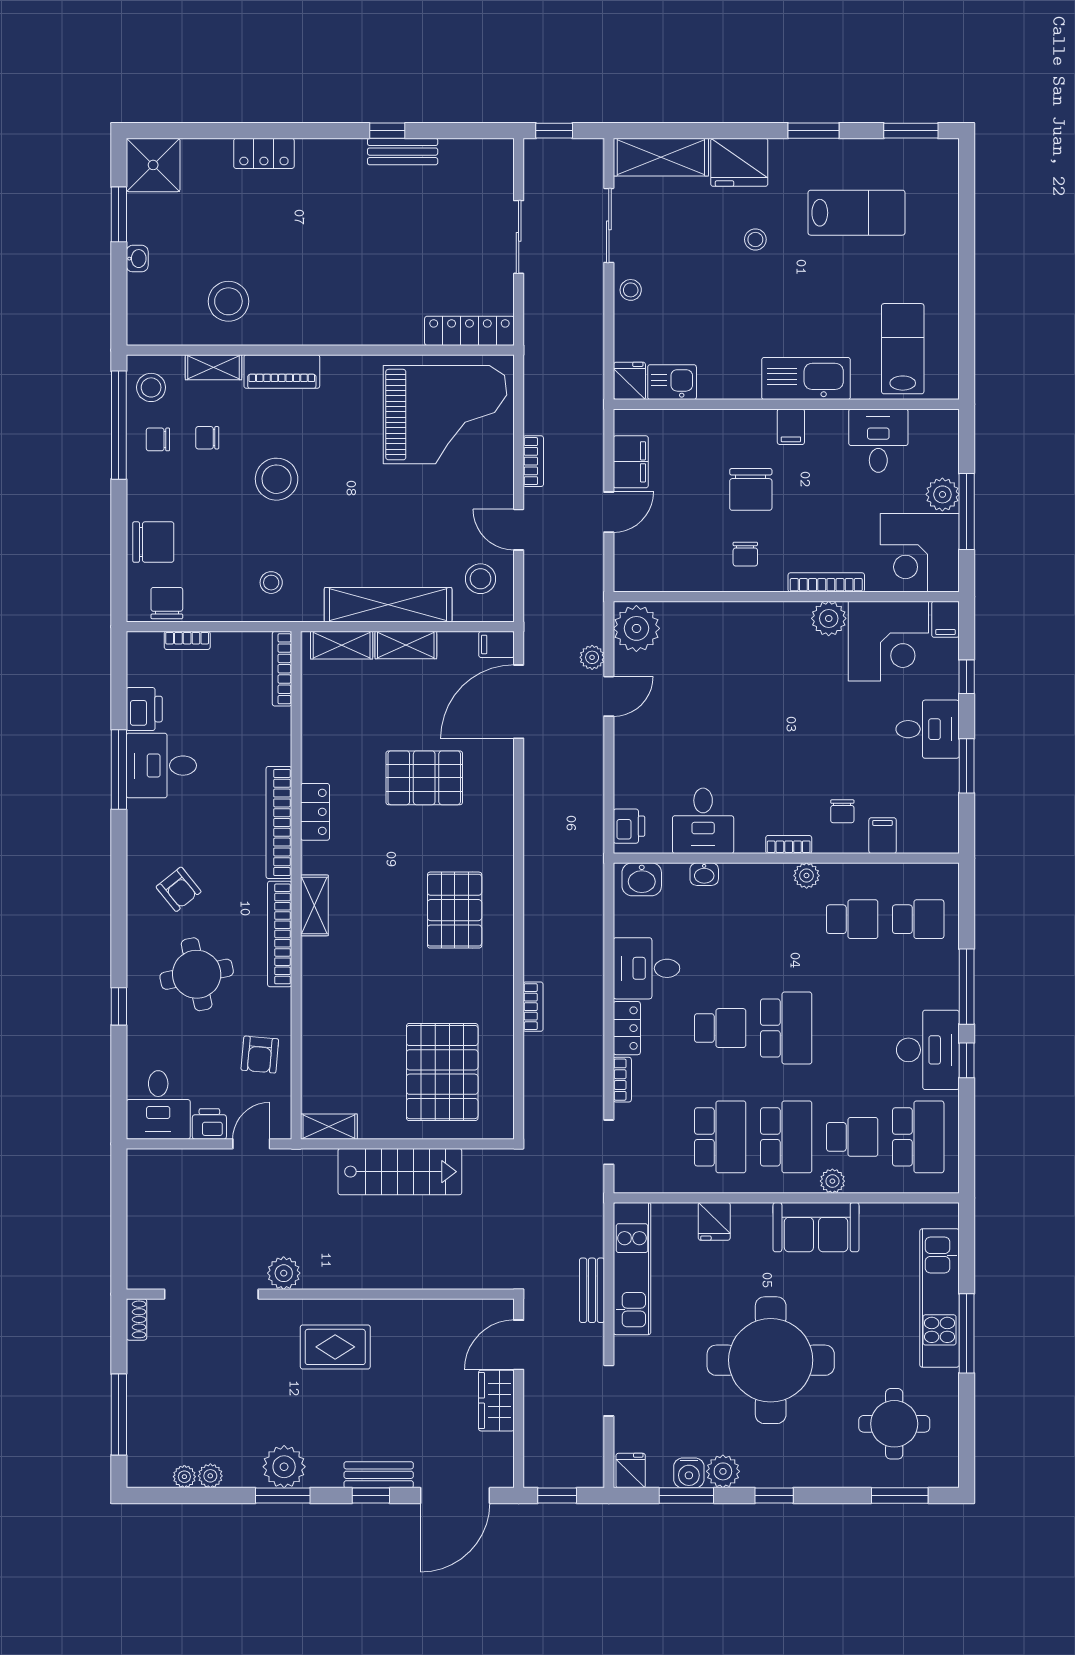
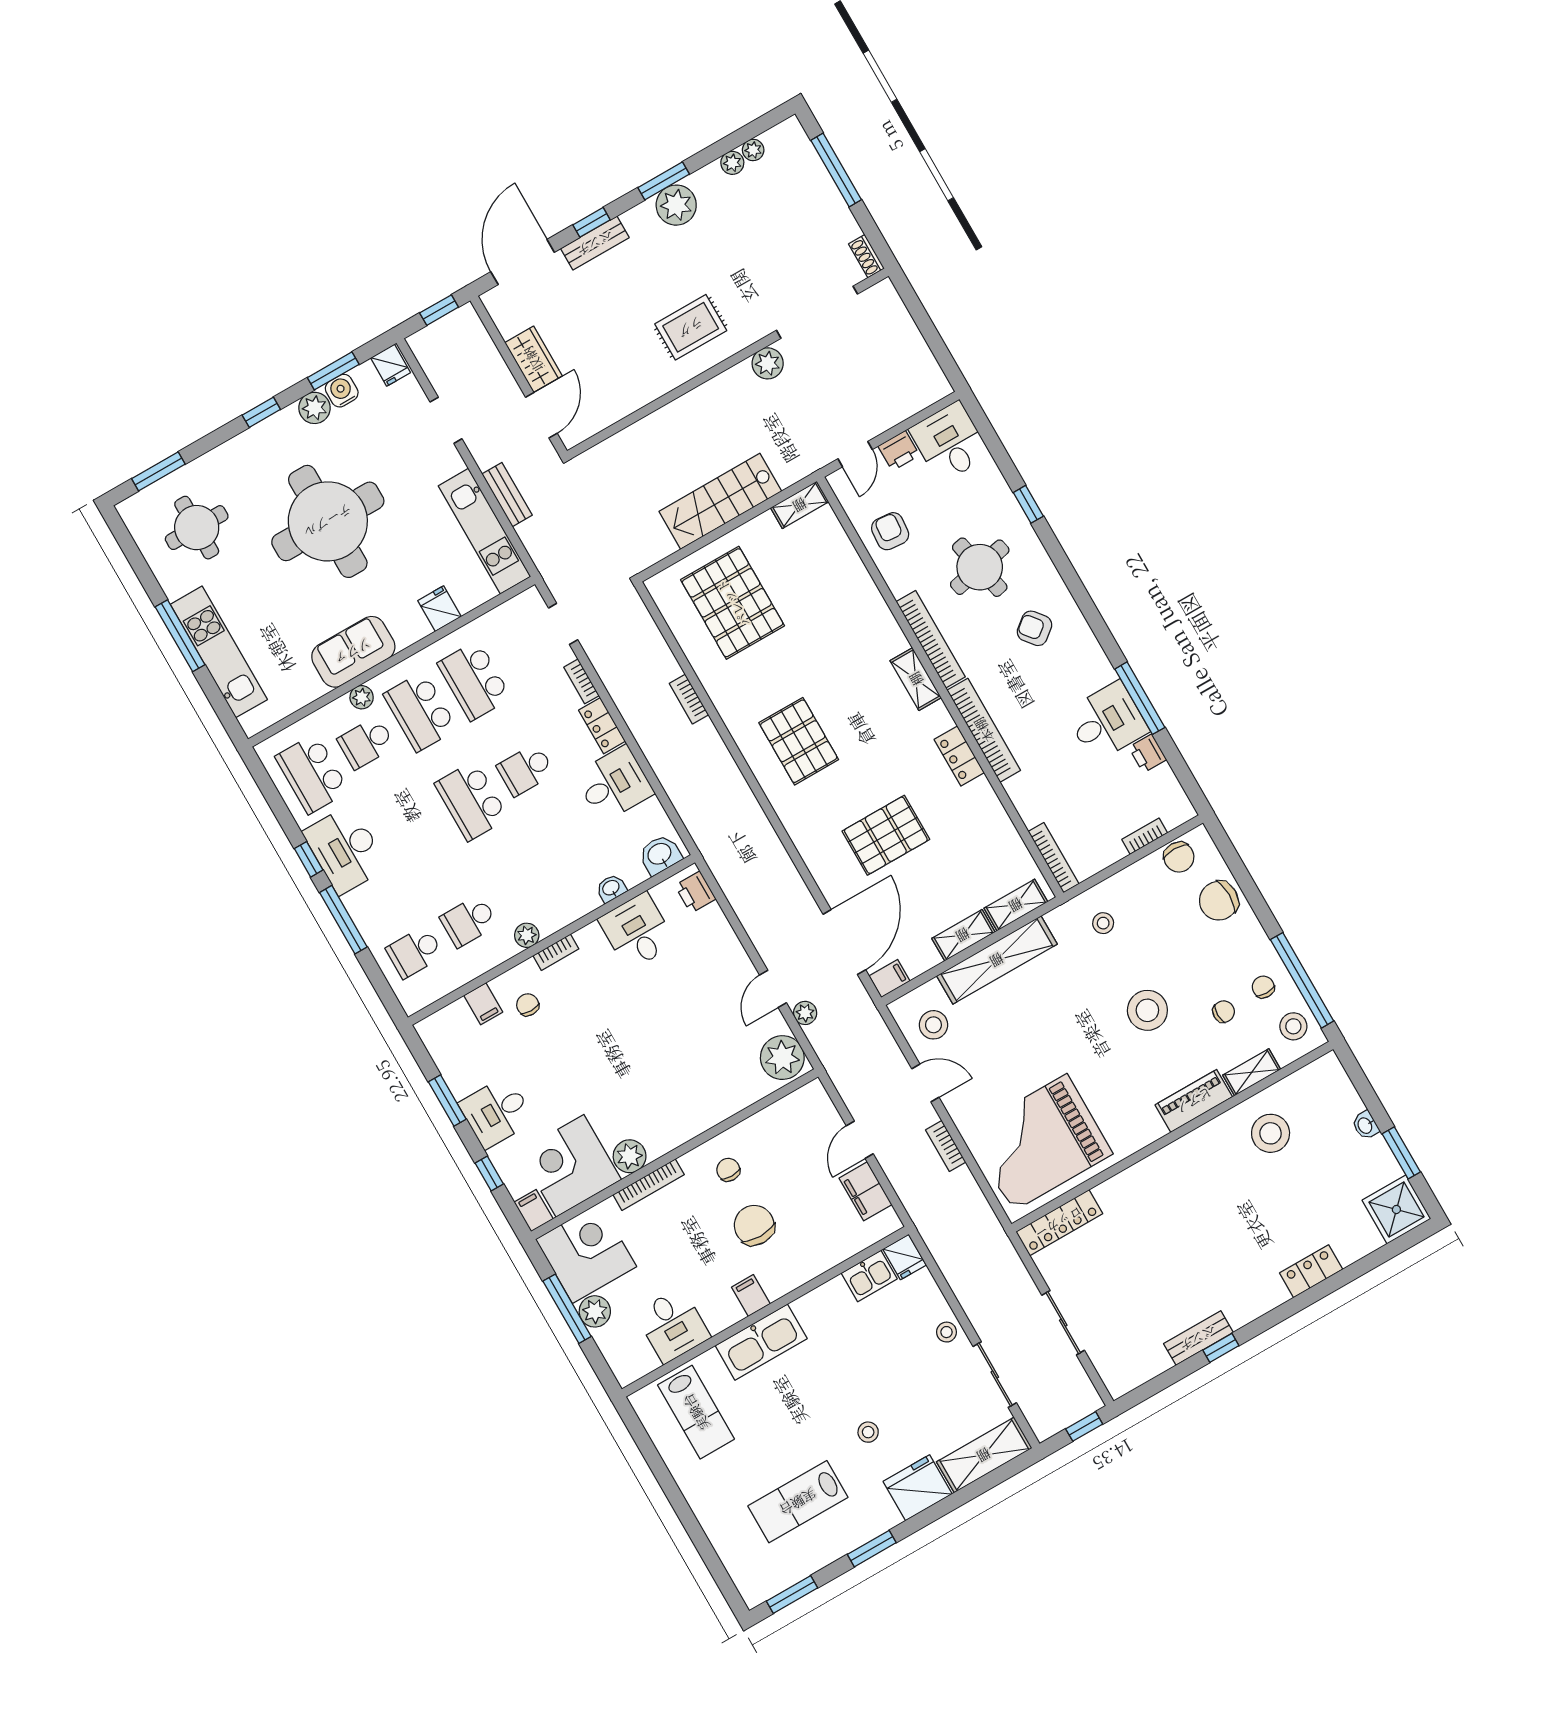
chair: (158, 439) -> (1263, 987), turned -90
printer: (144, 709) -> (1148, 753), width x0.73, depth x0.81

